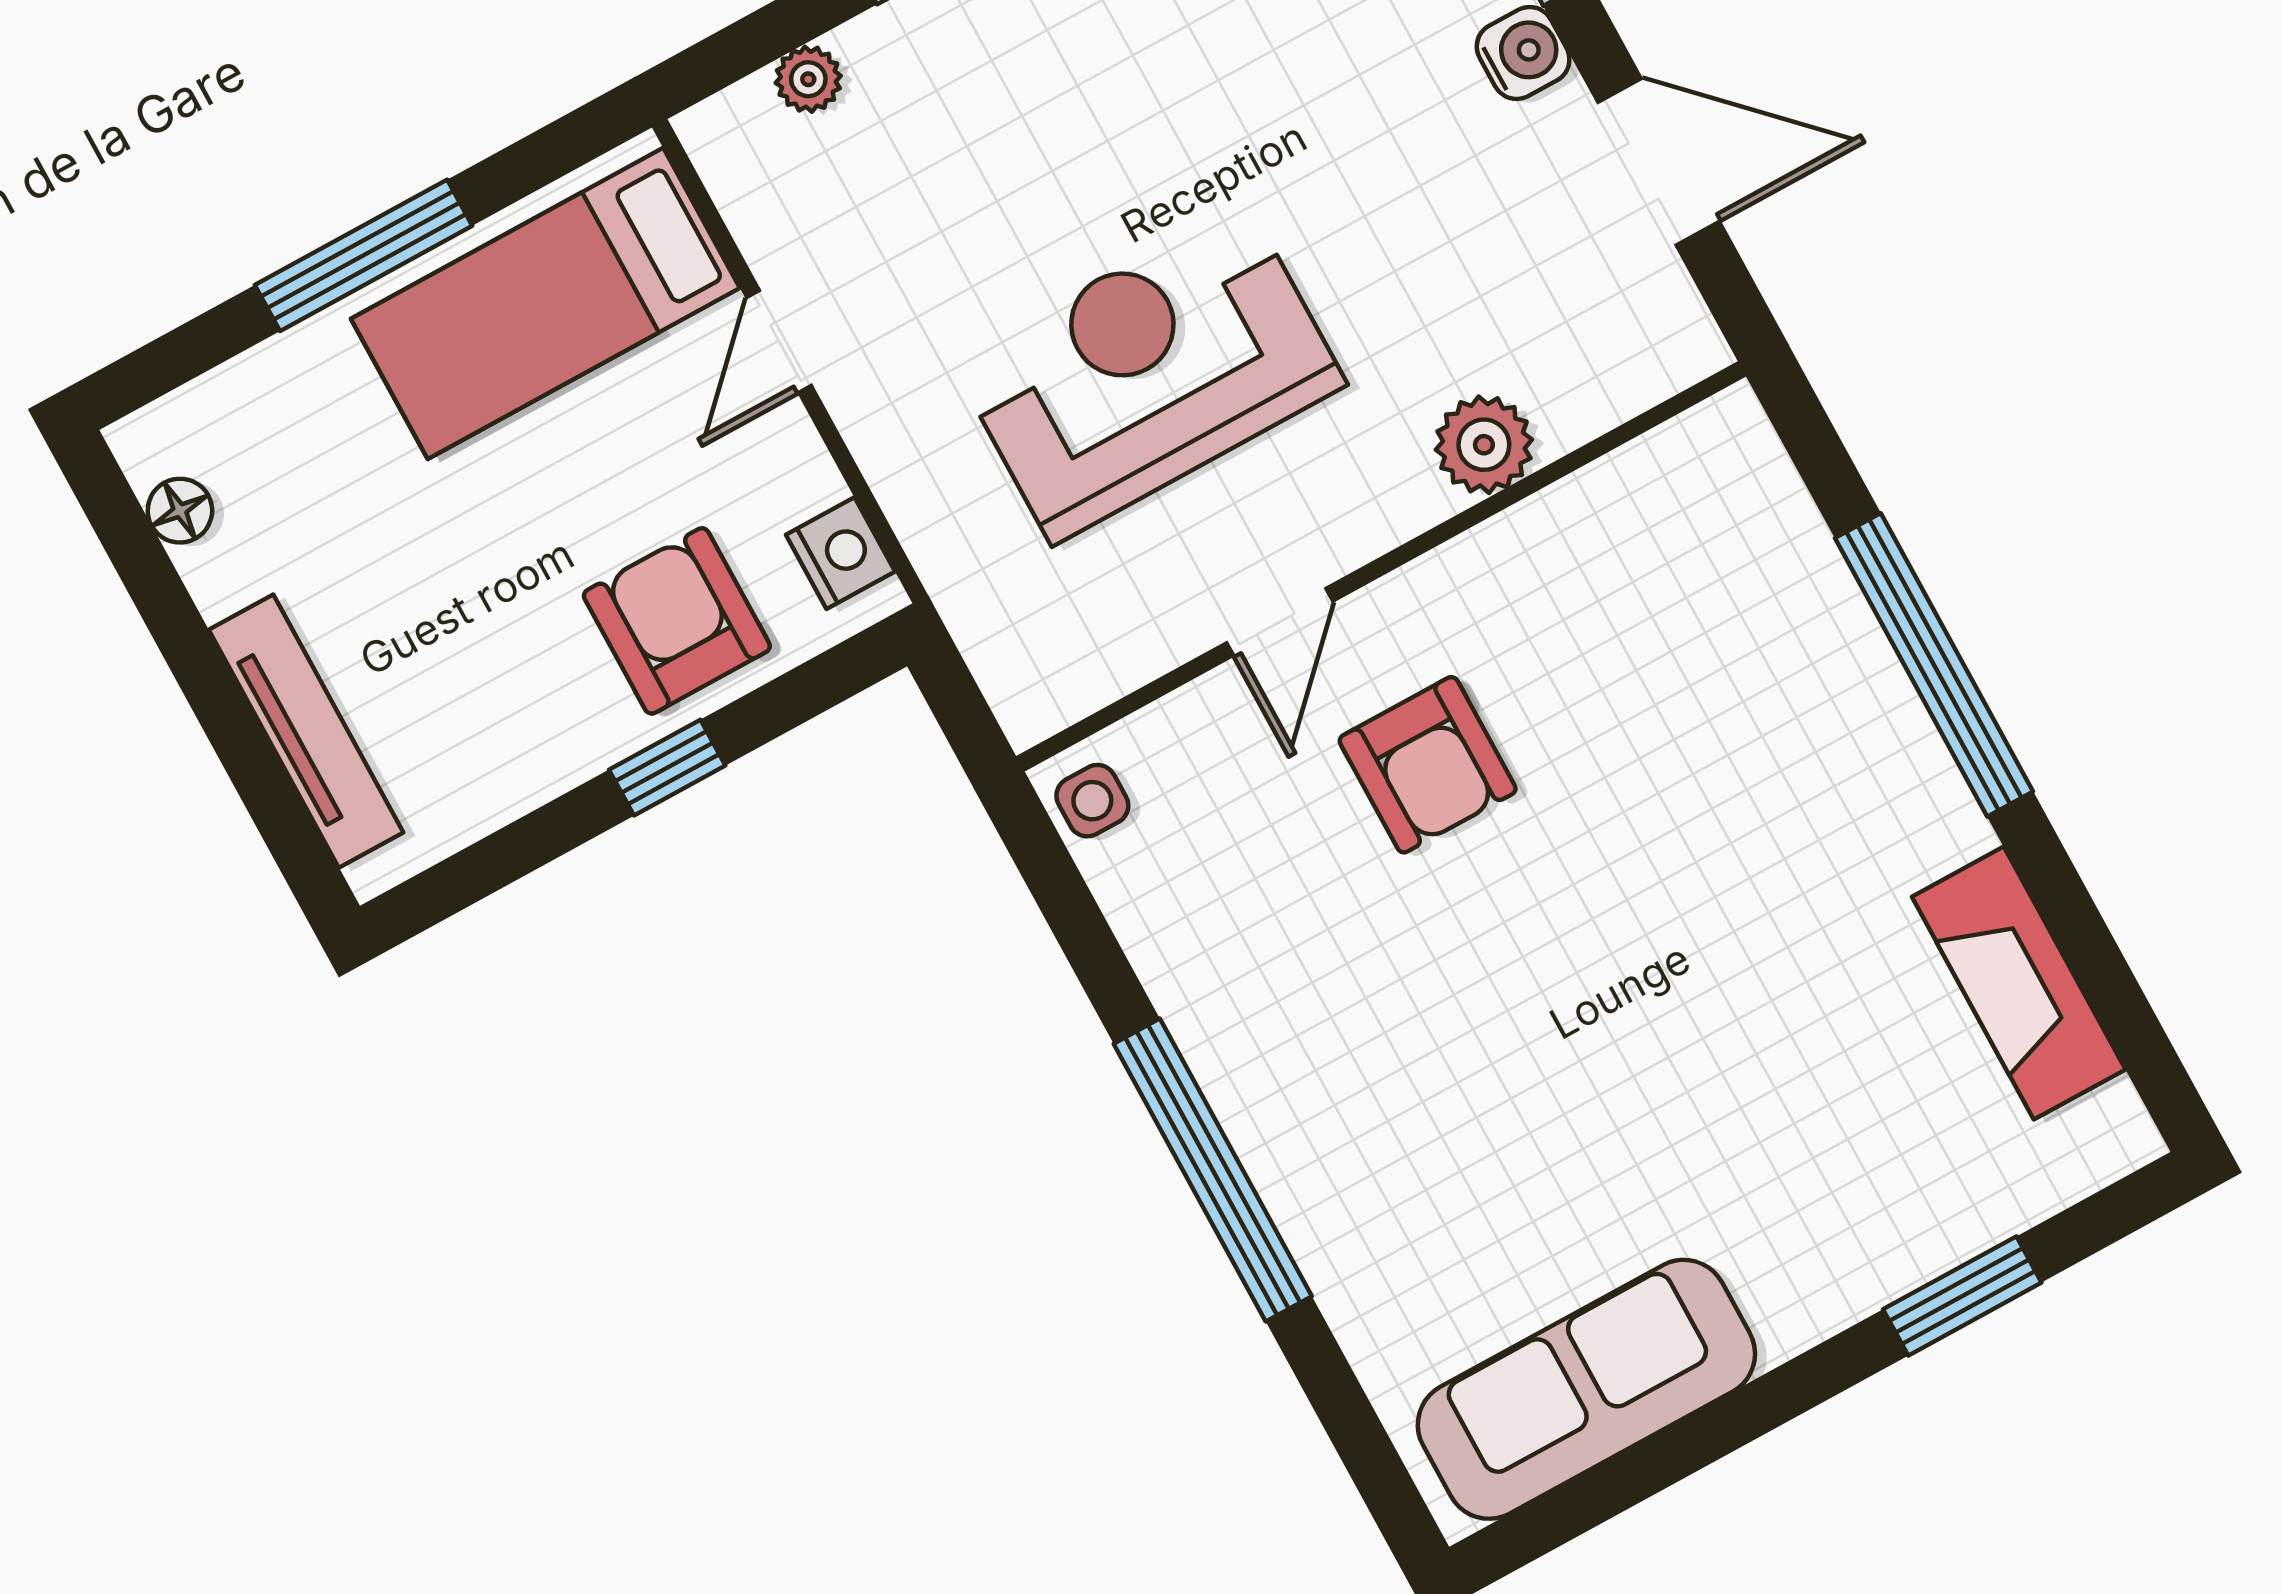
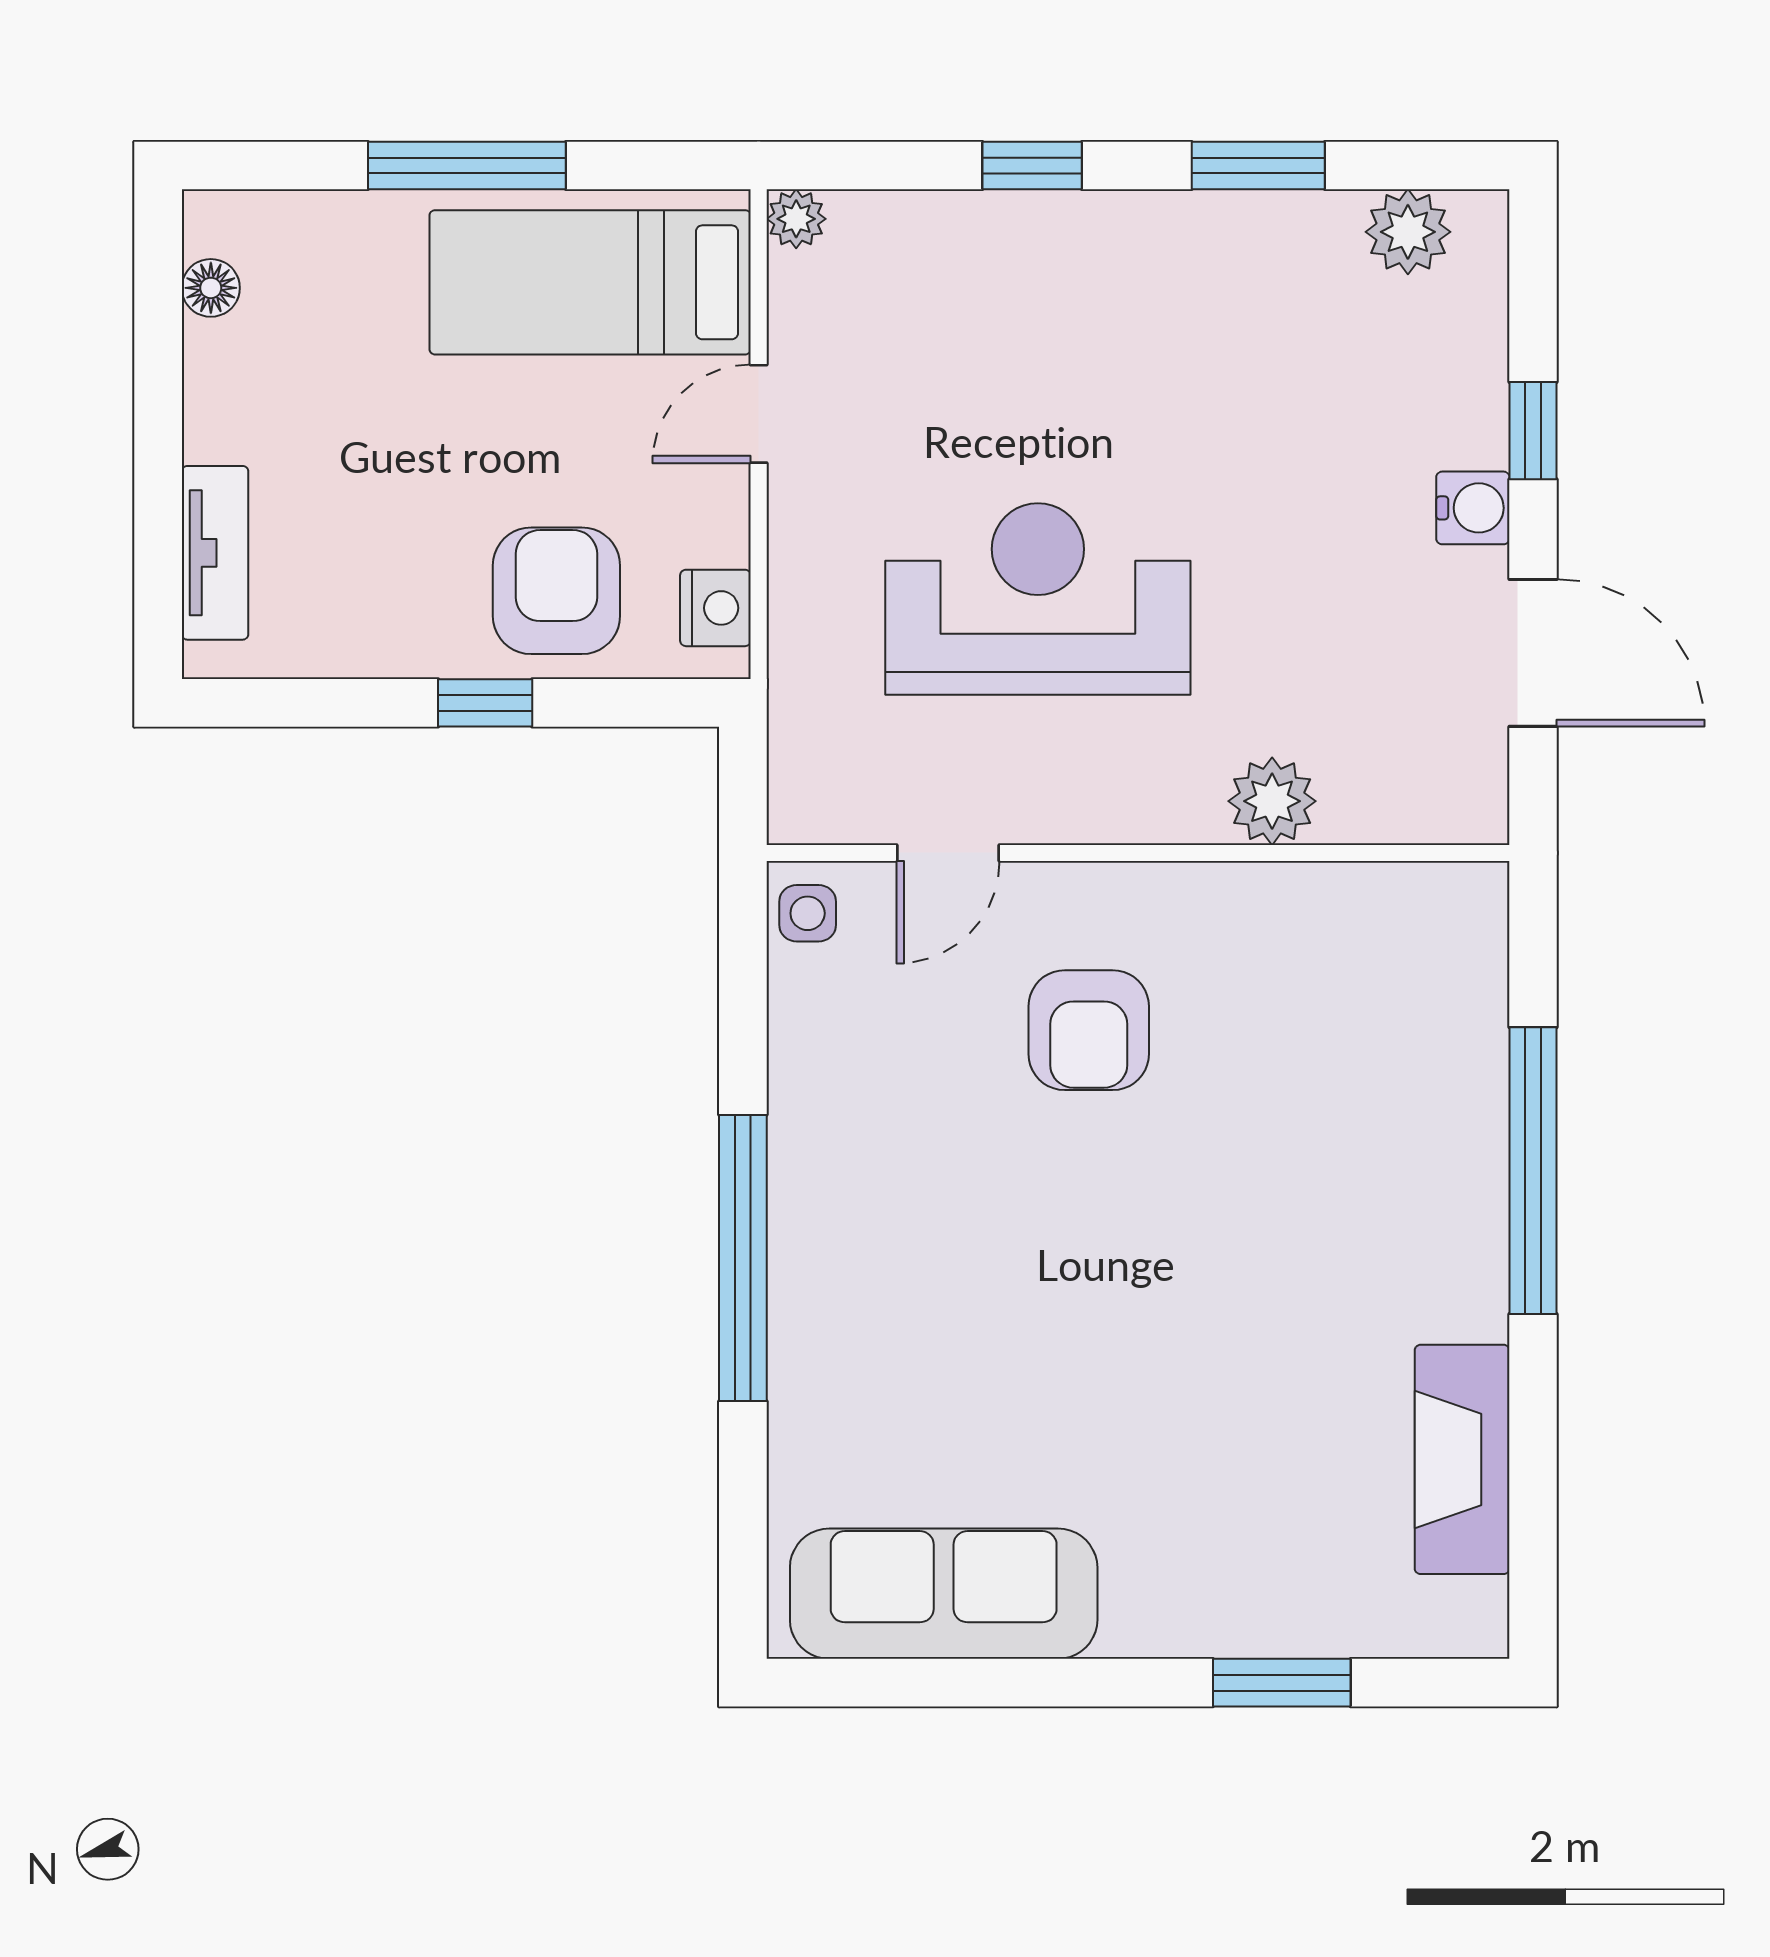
plant: (808, 79) -> (796, 219), moved
door: (1280, 622) -> (948, 853), moved
tv unit: (306, 731) -> (215, 553), width x0.71

